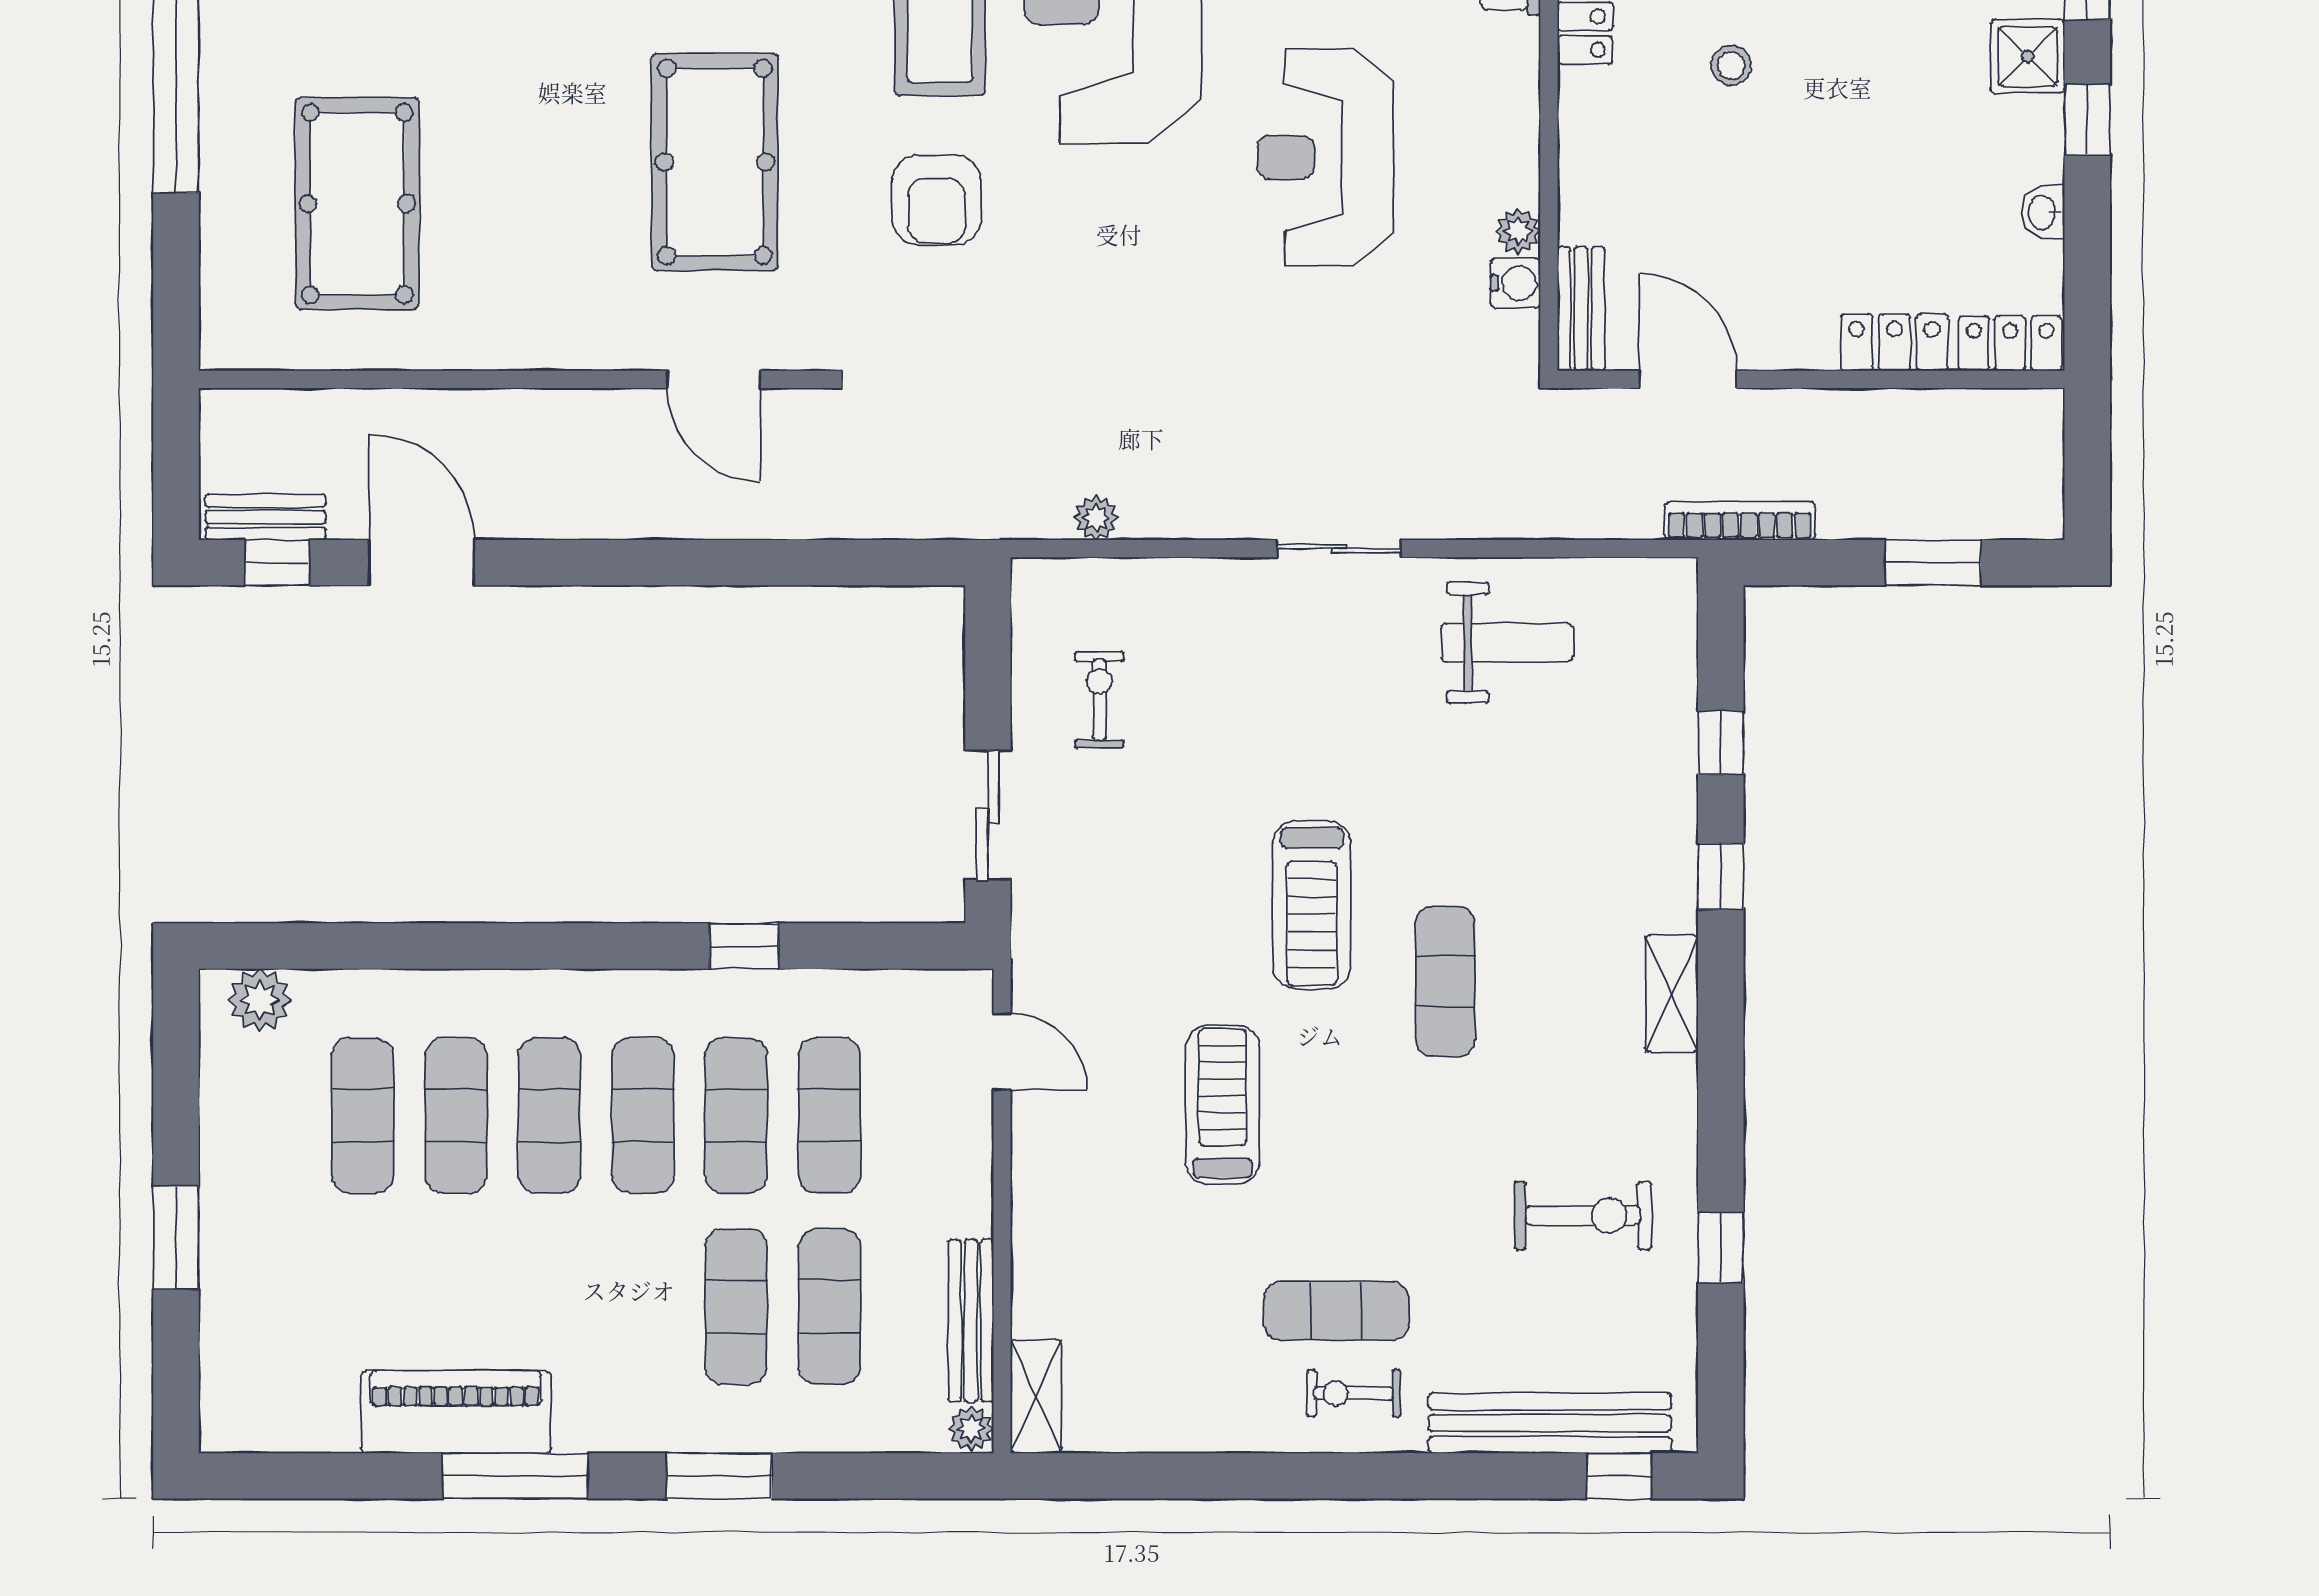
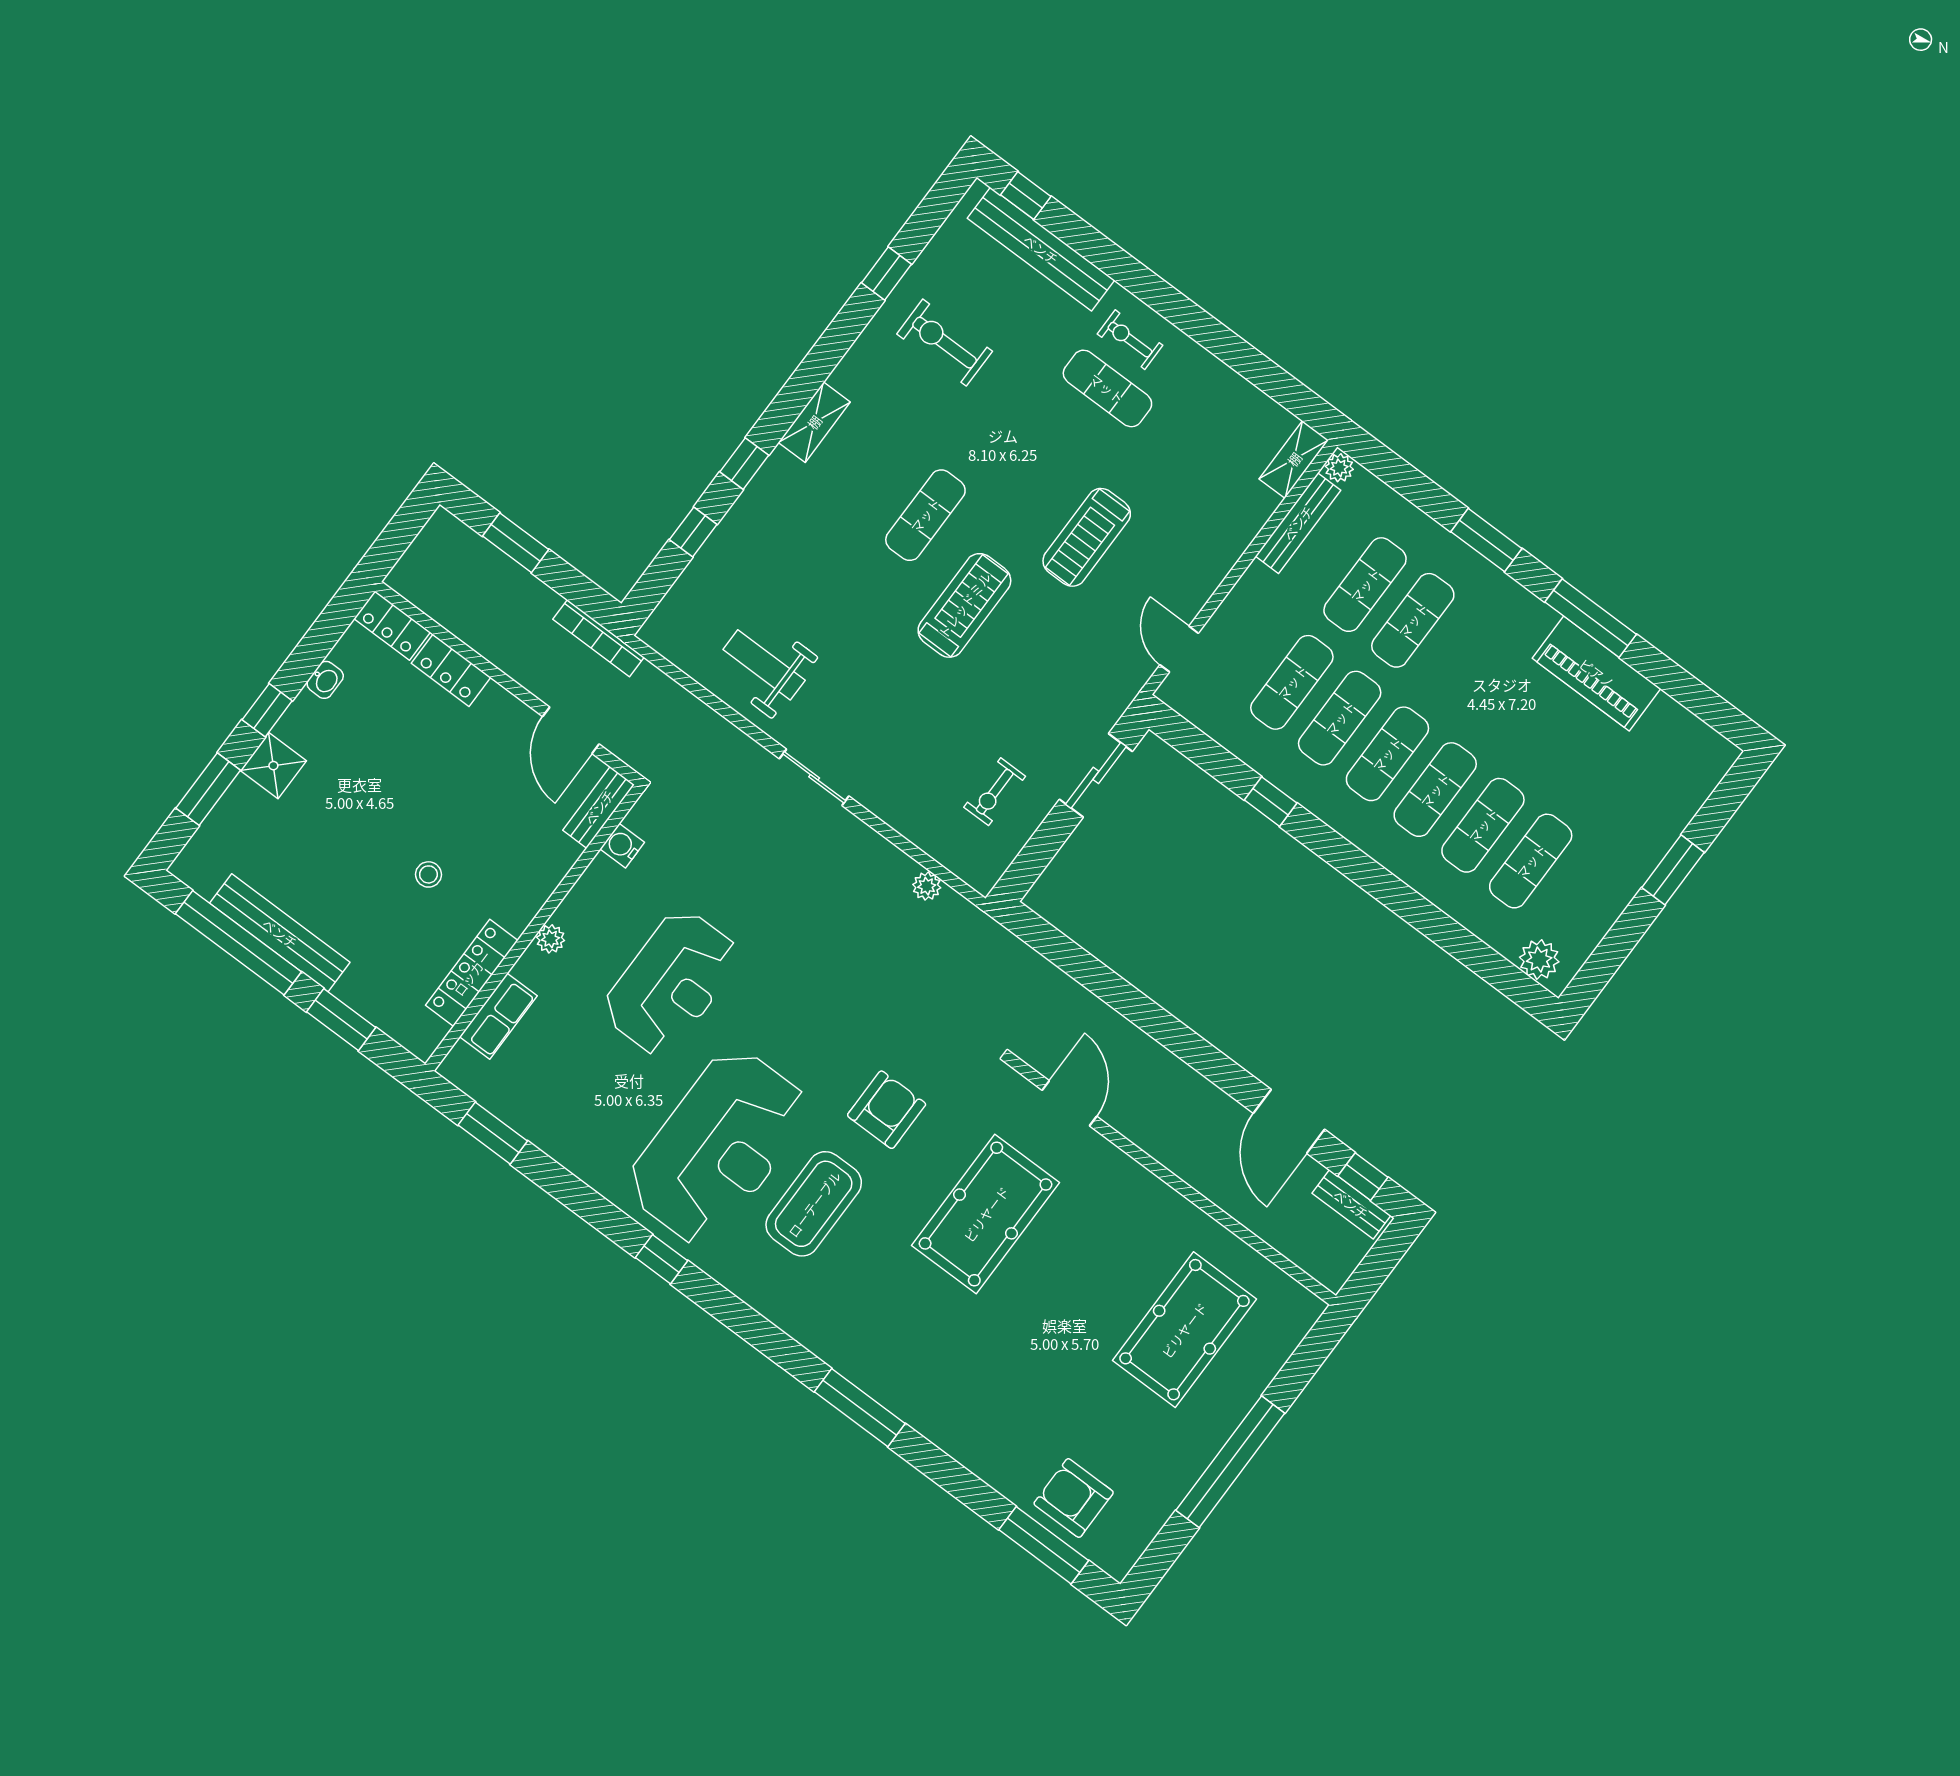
plant: (1518, 231) -> (551, 939), moved
exercise bike: (1354, 1393) -> (1130, 340), turned 180

